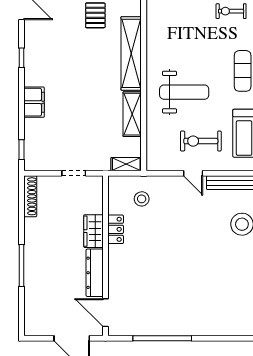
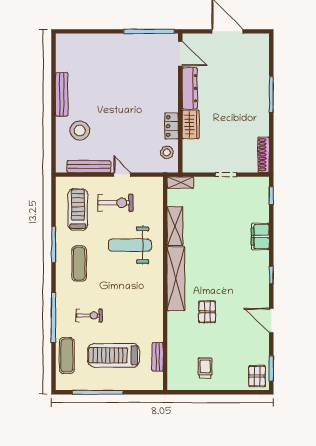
locker: (116, 229) -> (172, 126), moved
wardrobe: (94, 231) -> (191, 124), moved
wall: (106, 256) -> (180, 103), moved
dresser: (95, 273) -> (190, 88), moved
door: (106, 313) -> (180, 54), moved

